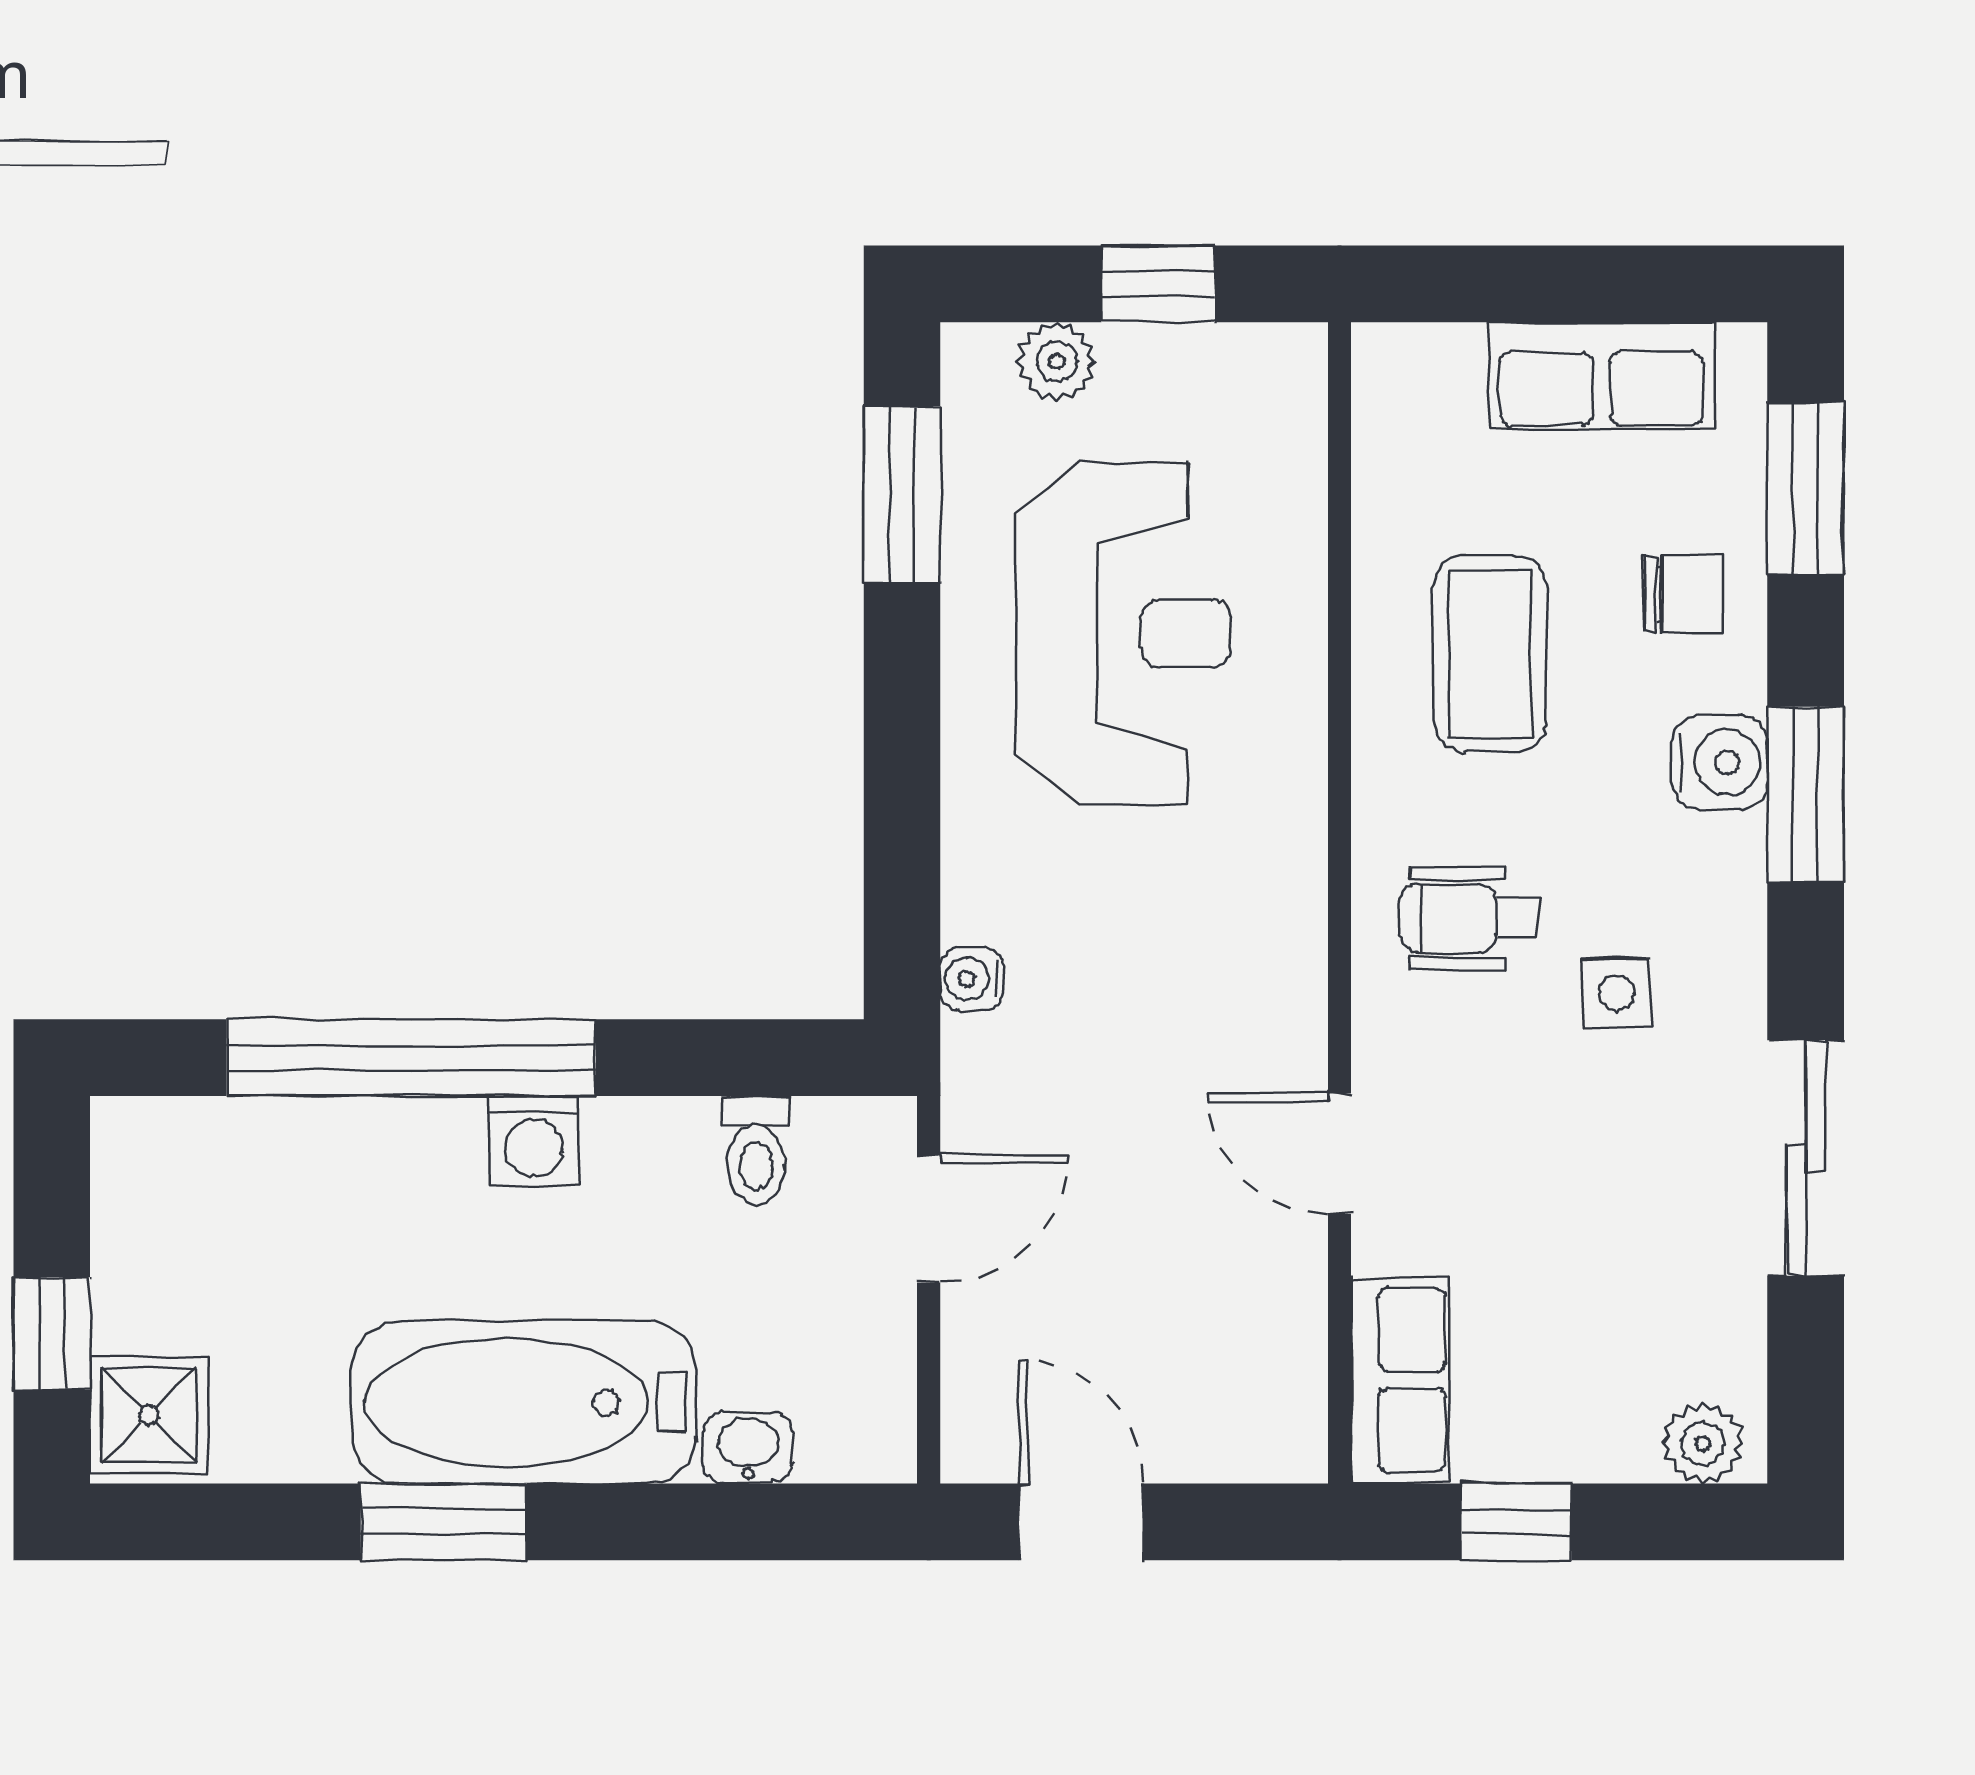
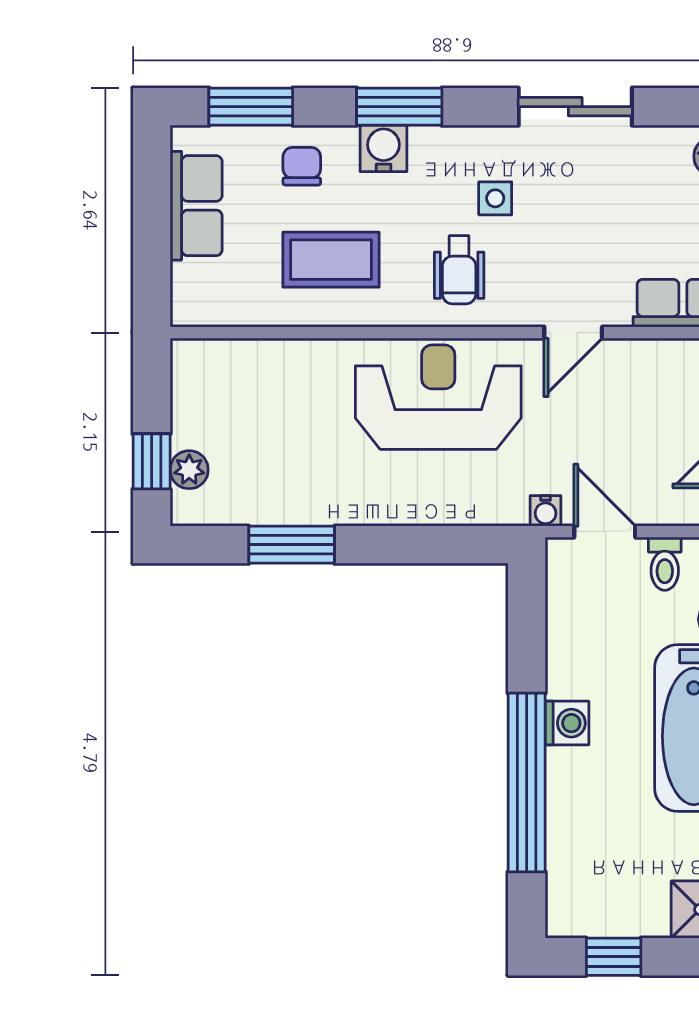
window: (1158, 284) -> (152, 461), moved
window: (902, 495) -> (292, 545), moved
reception desk: (1123, 633) -> (438, 397), moved
water cooler: (972, 979) -> (546, 511), moved
toilet: (756, 1151) -> (665, 564), moved, turned 90
window: (52, 1334) -> (614, 957), moved

